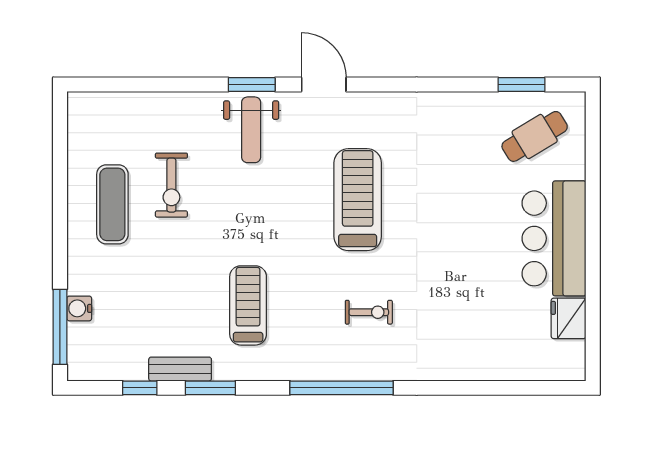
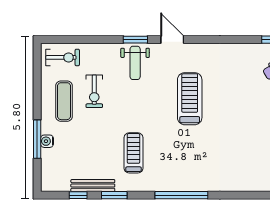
water cooler: (79, 308) -> (47, 141), moved
exercise bike: (369, 312) -> (63, 57), moved, width x1.38, depth x1.39
window: (60, 327) -> (37, 139), moved
bench: (180, 369) -> (93, 186), width x1.36

